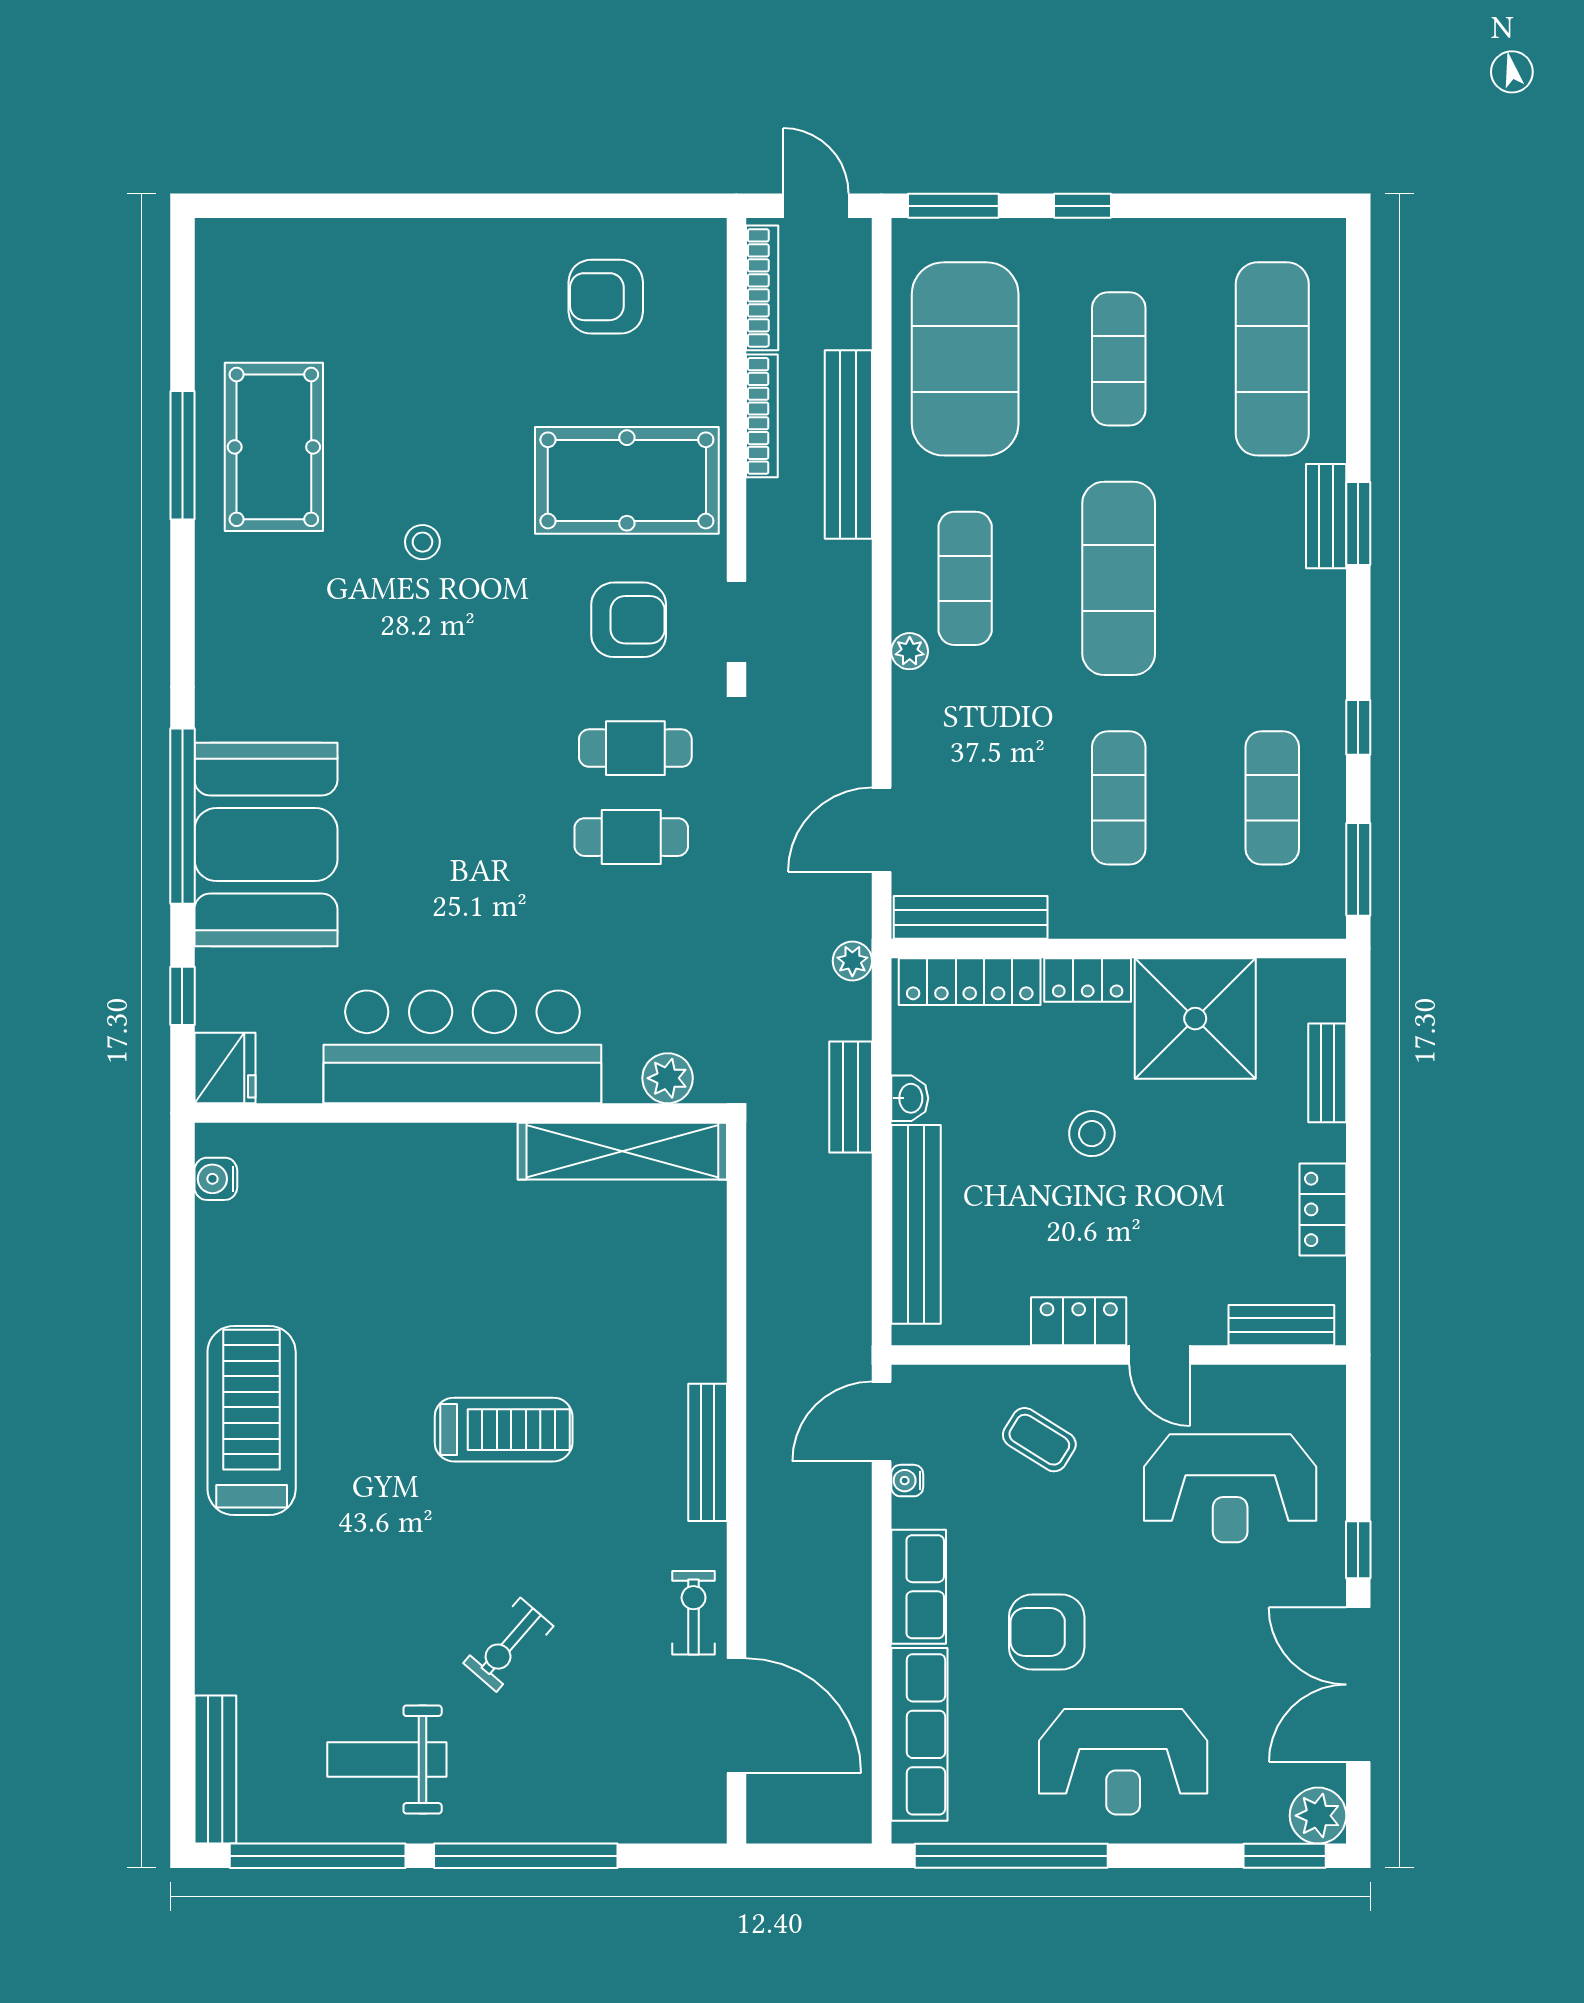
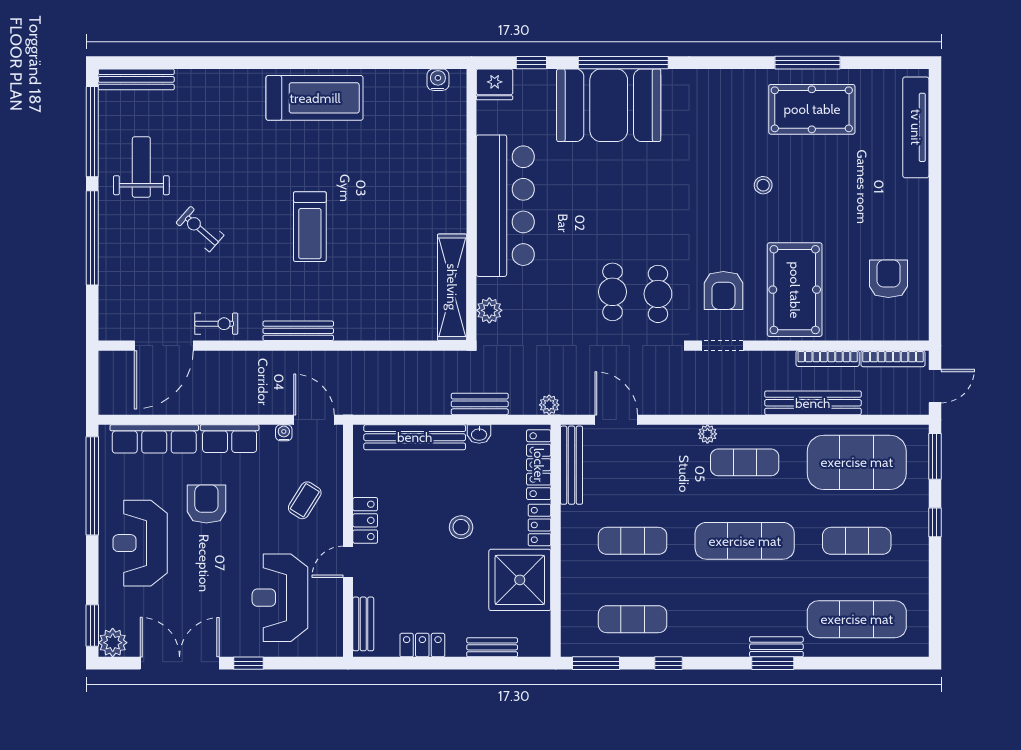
tv unit: (309, 243) -> (916, 127), added

